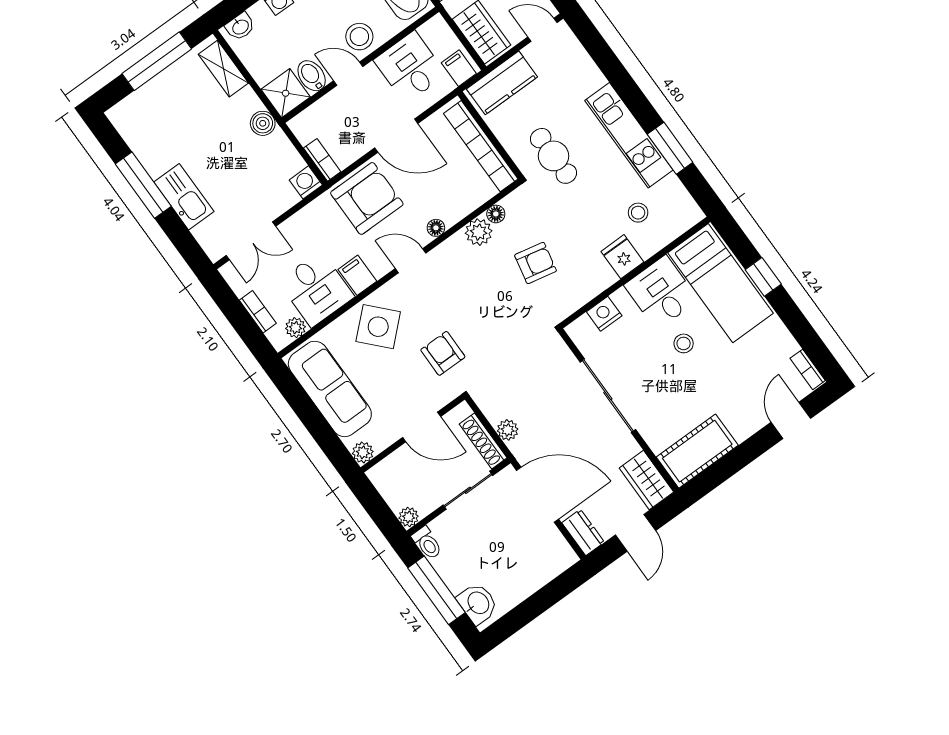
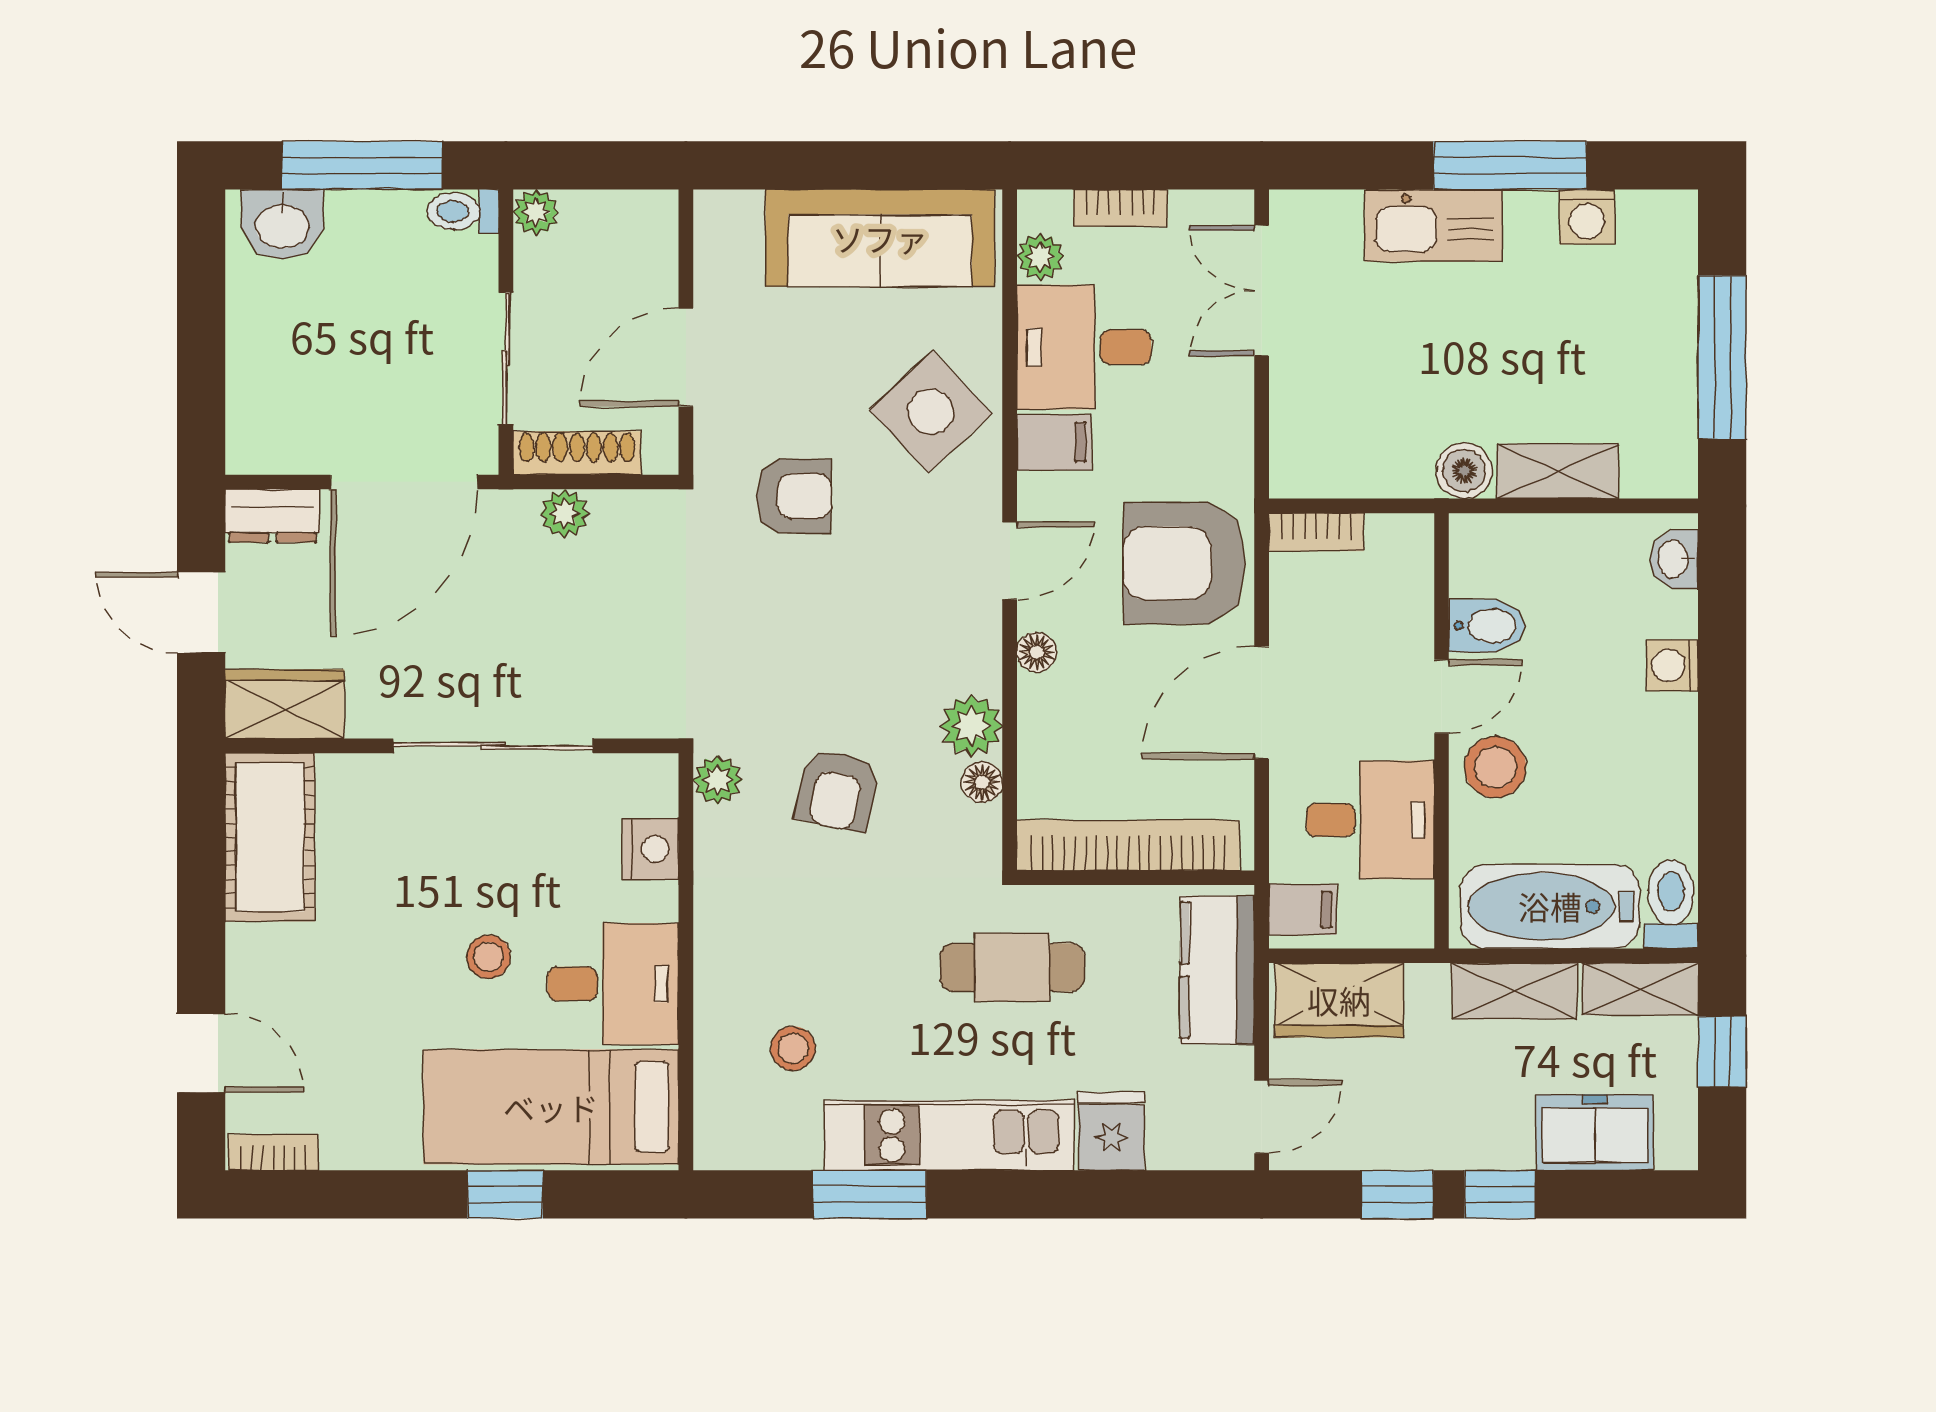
shelving: (223, 69) -> (1558, 471), moved
shower: (286, 93) -> (1489, 554), removed
washing machine: (306, 182) -> (1587, 217), moved, turned 90
armchair: (367, 198) -> (1184, 563), turned 90
fridge: (622, 257) -> (1111, 1131), moved, turned -90
plant: (363, 452) -> (718, 780), moved

